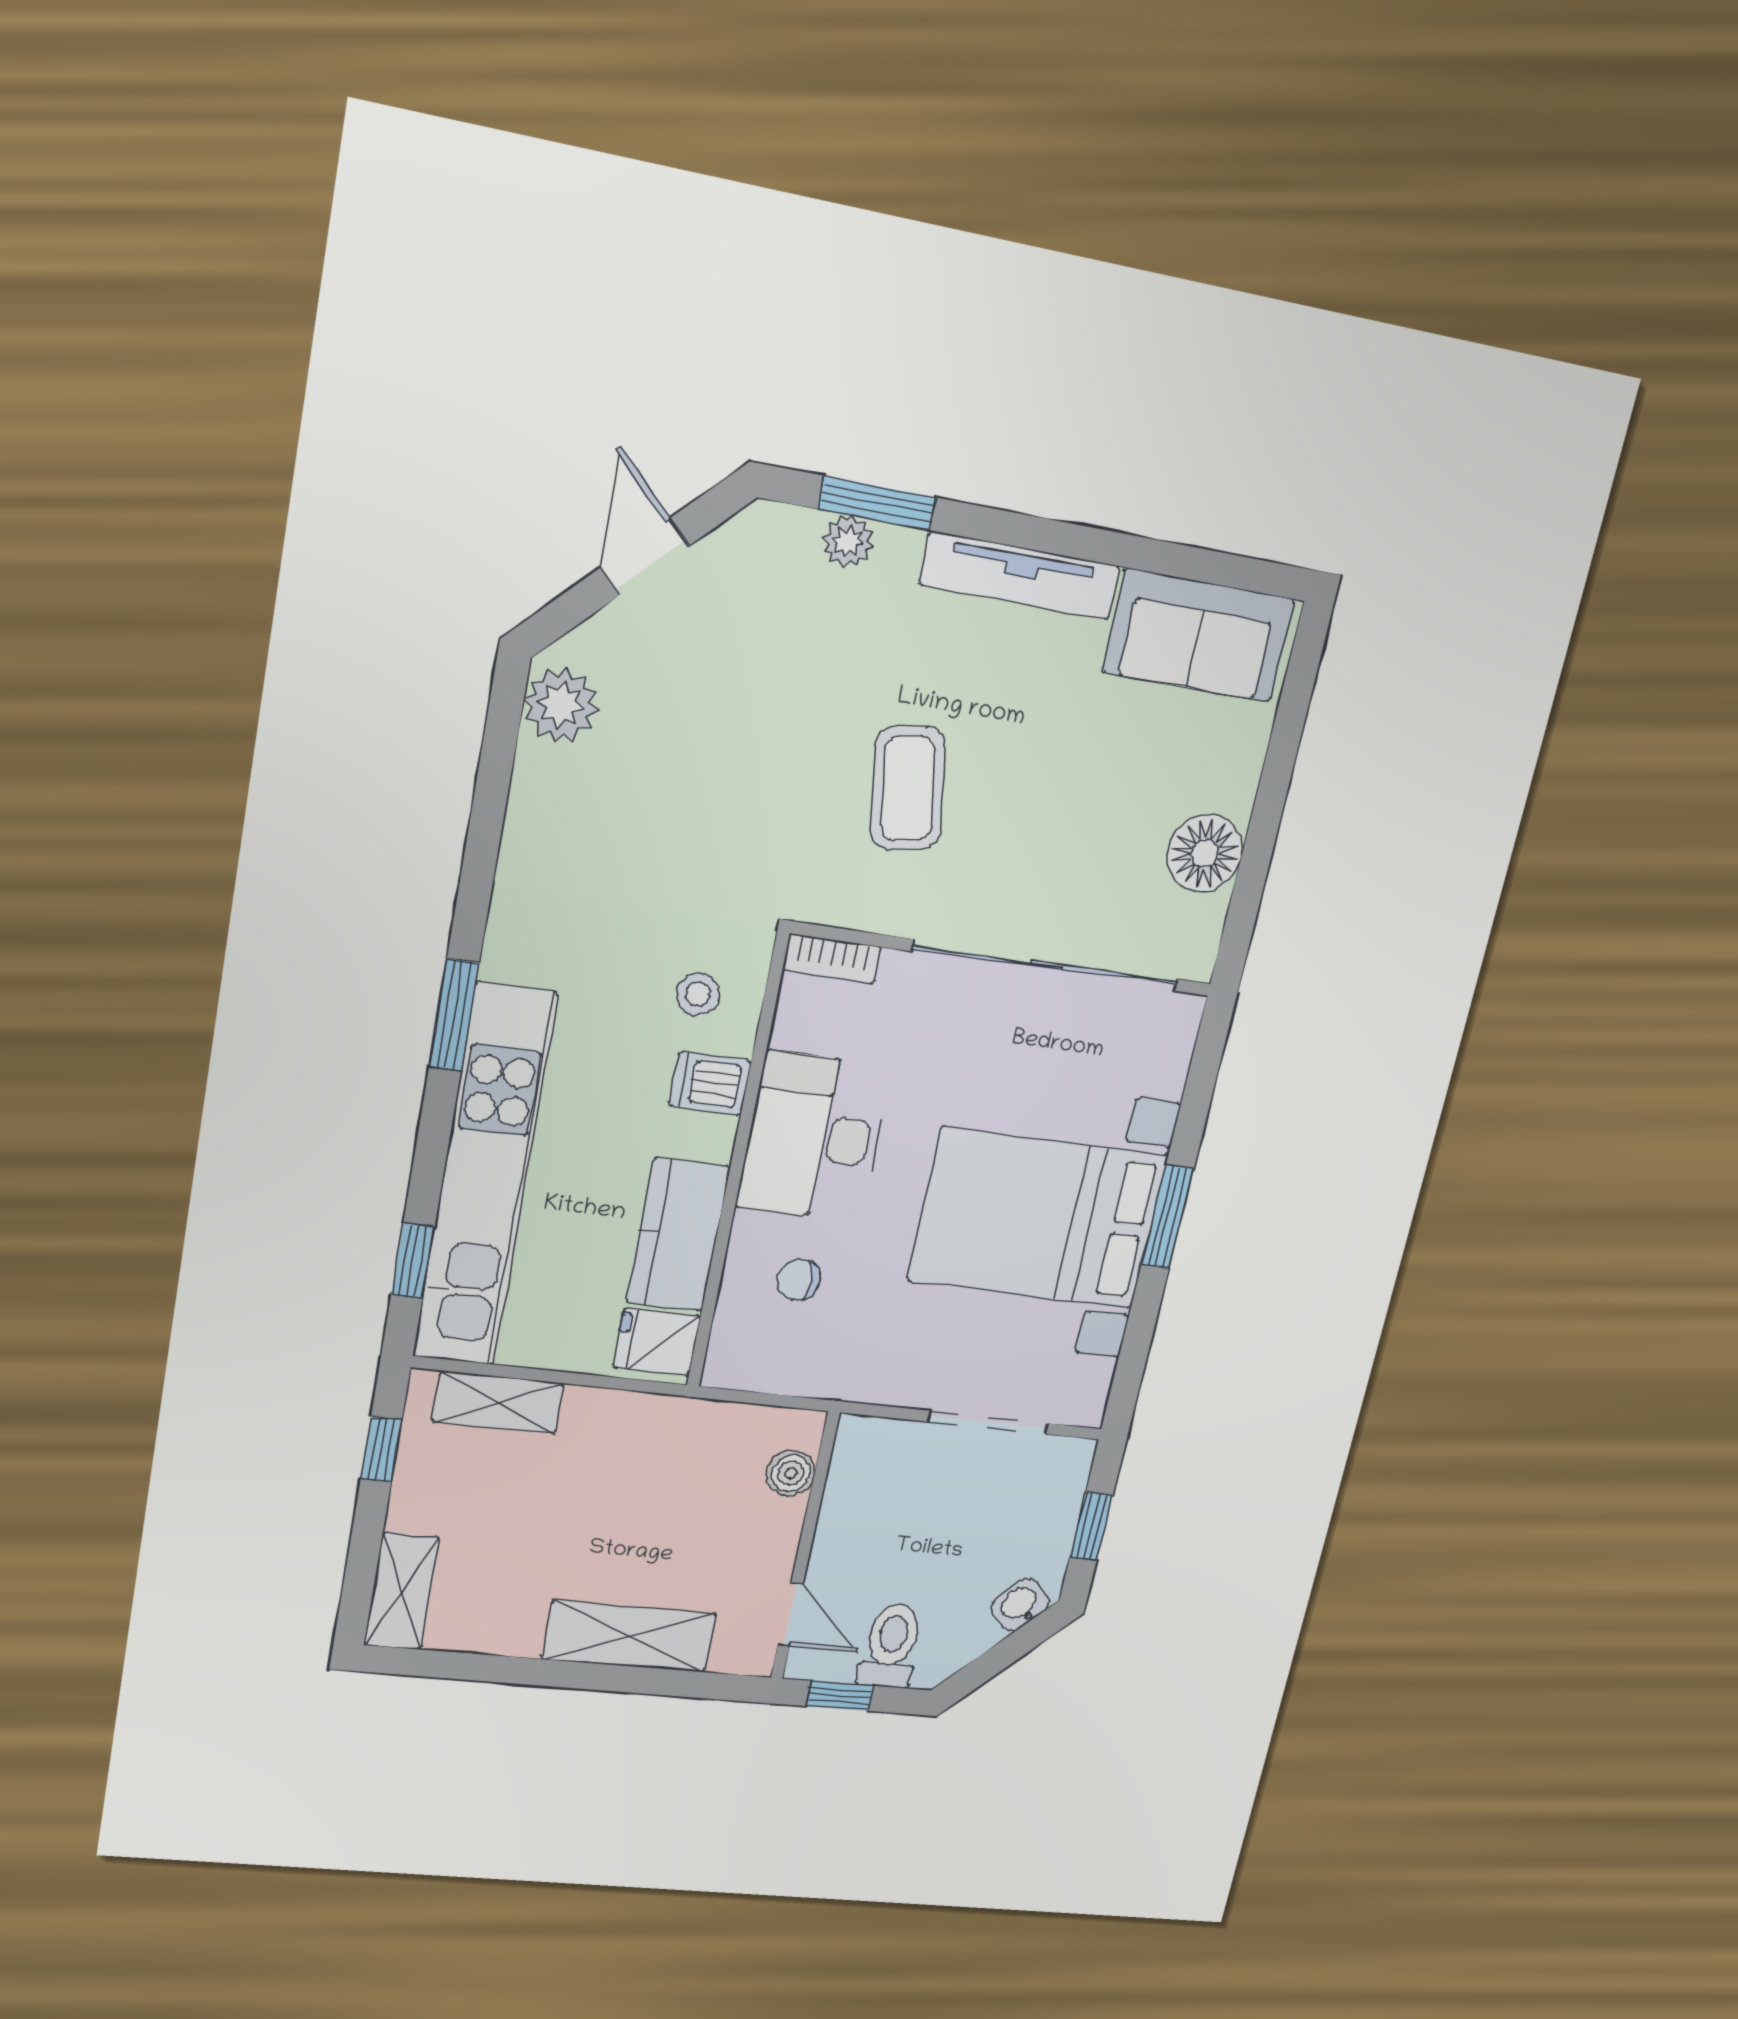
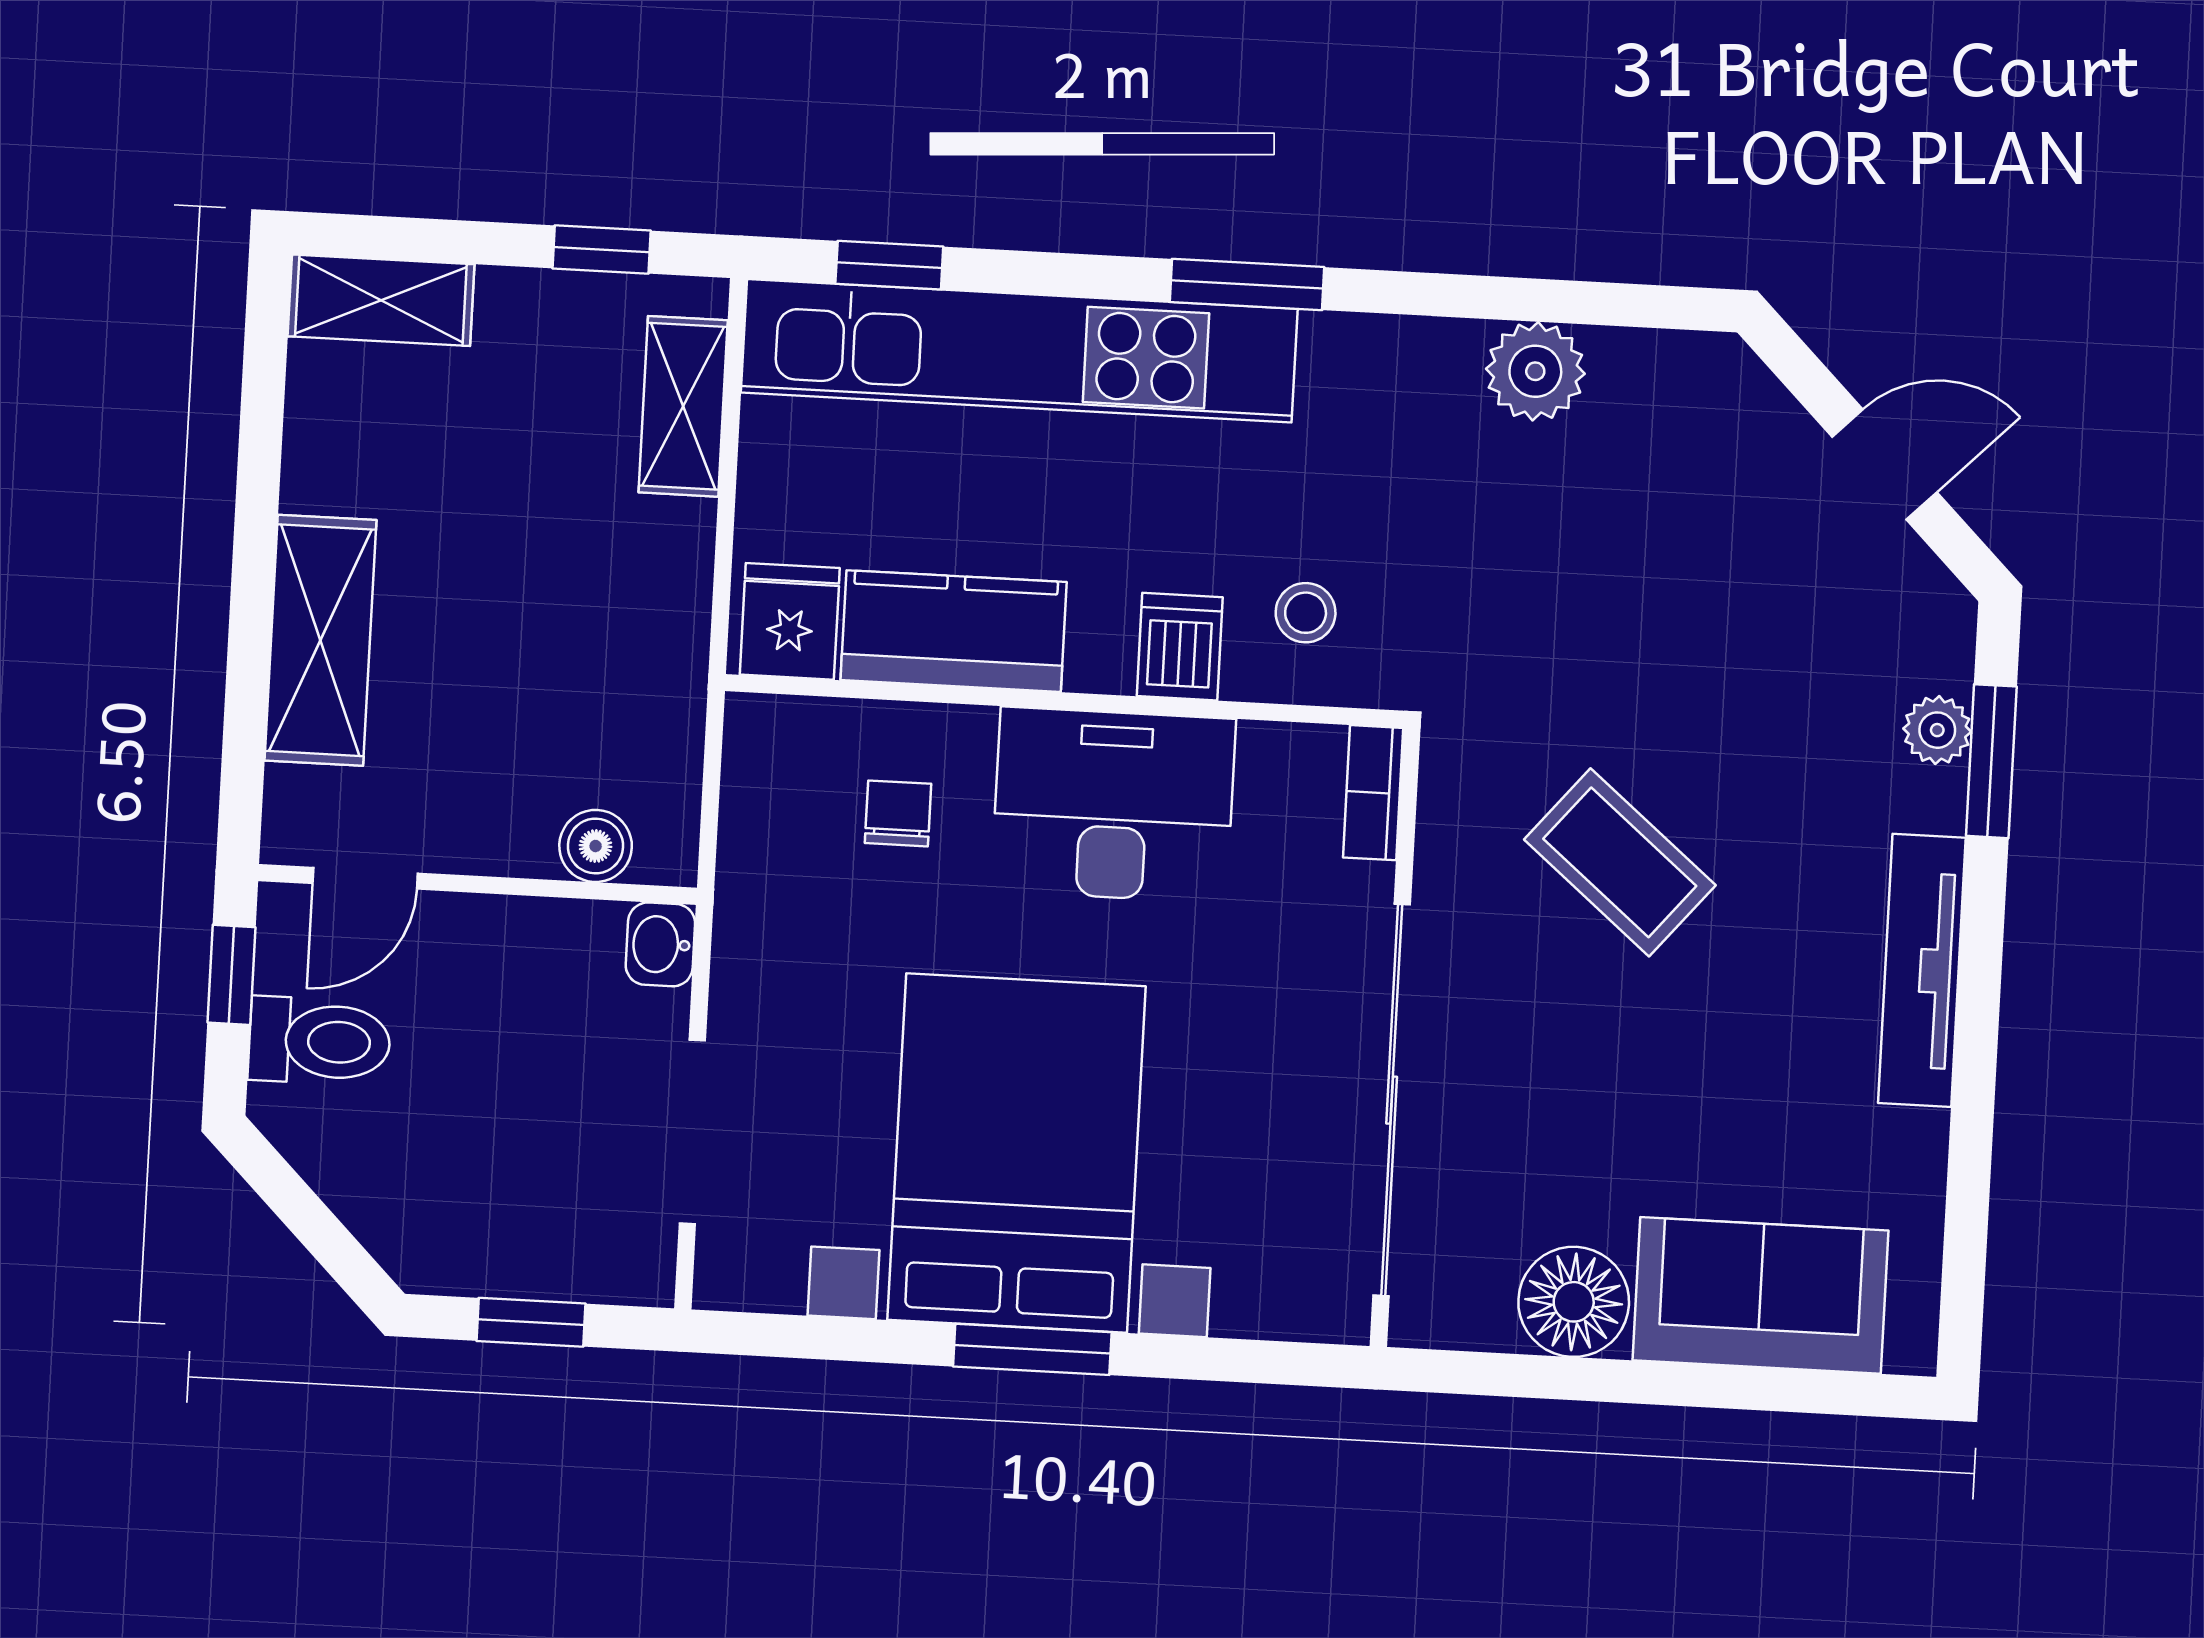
sofa: (1198, 635) -> (1761, 1295), moved, turned 90
plant: (561, 705) -> (1535, 371), moved
coffee table: (908, 788) -> (1620, 862), turned 49
washbasin: (1020, 1605) -> (660, 944), moved, turned -135

